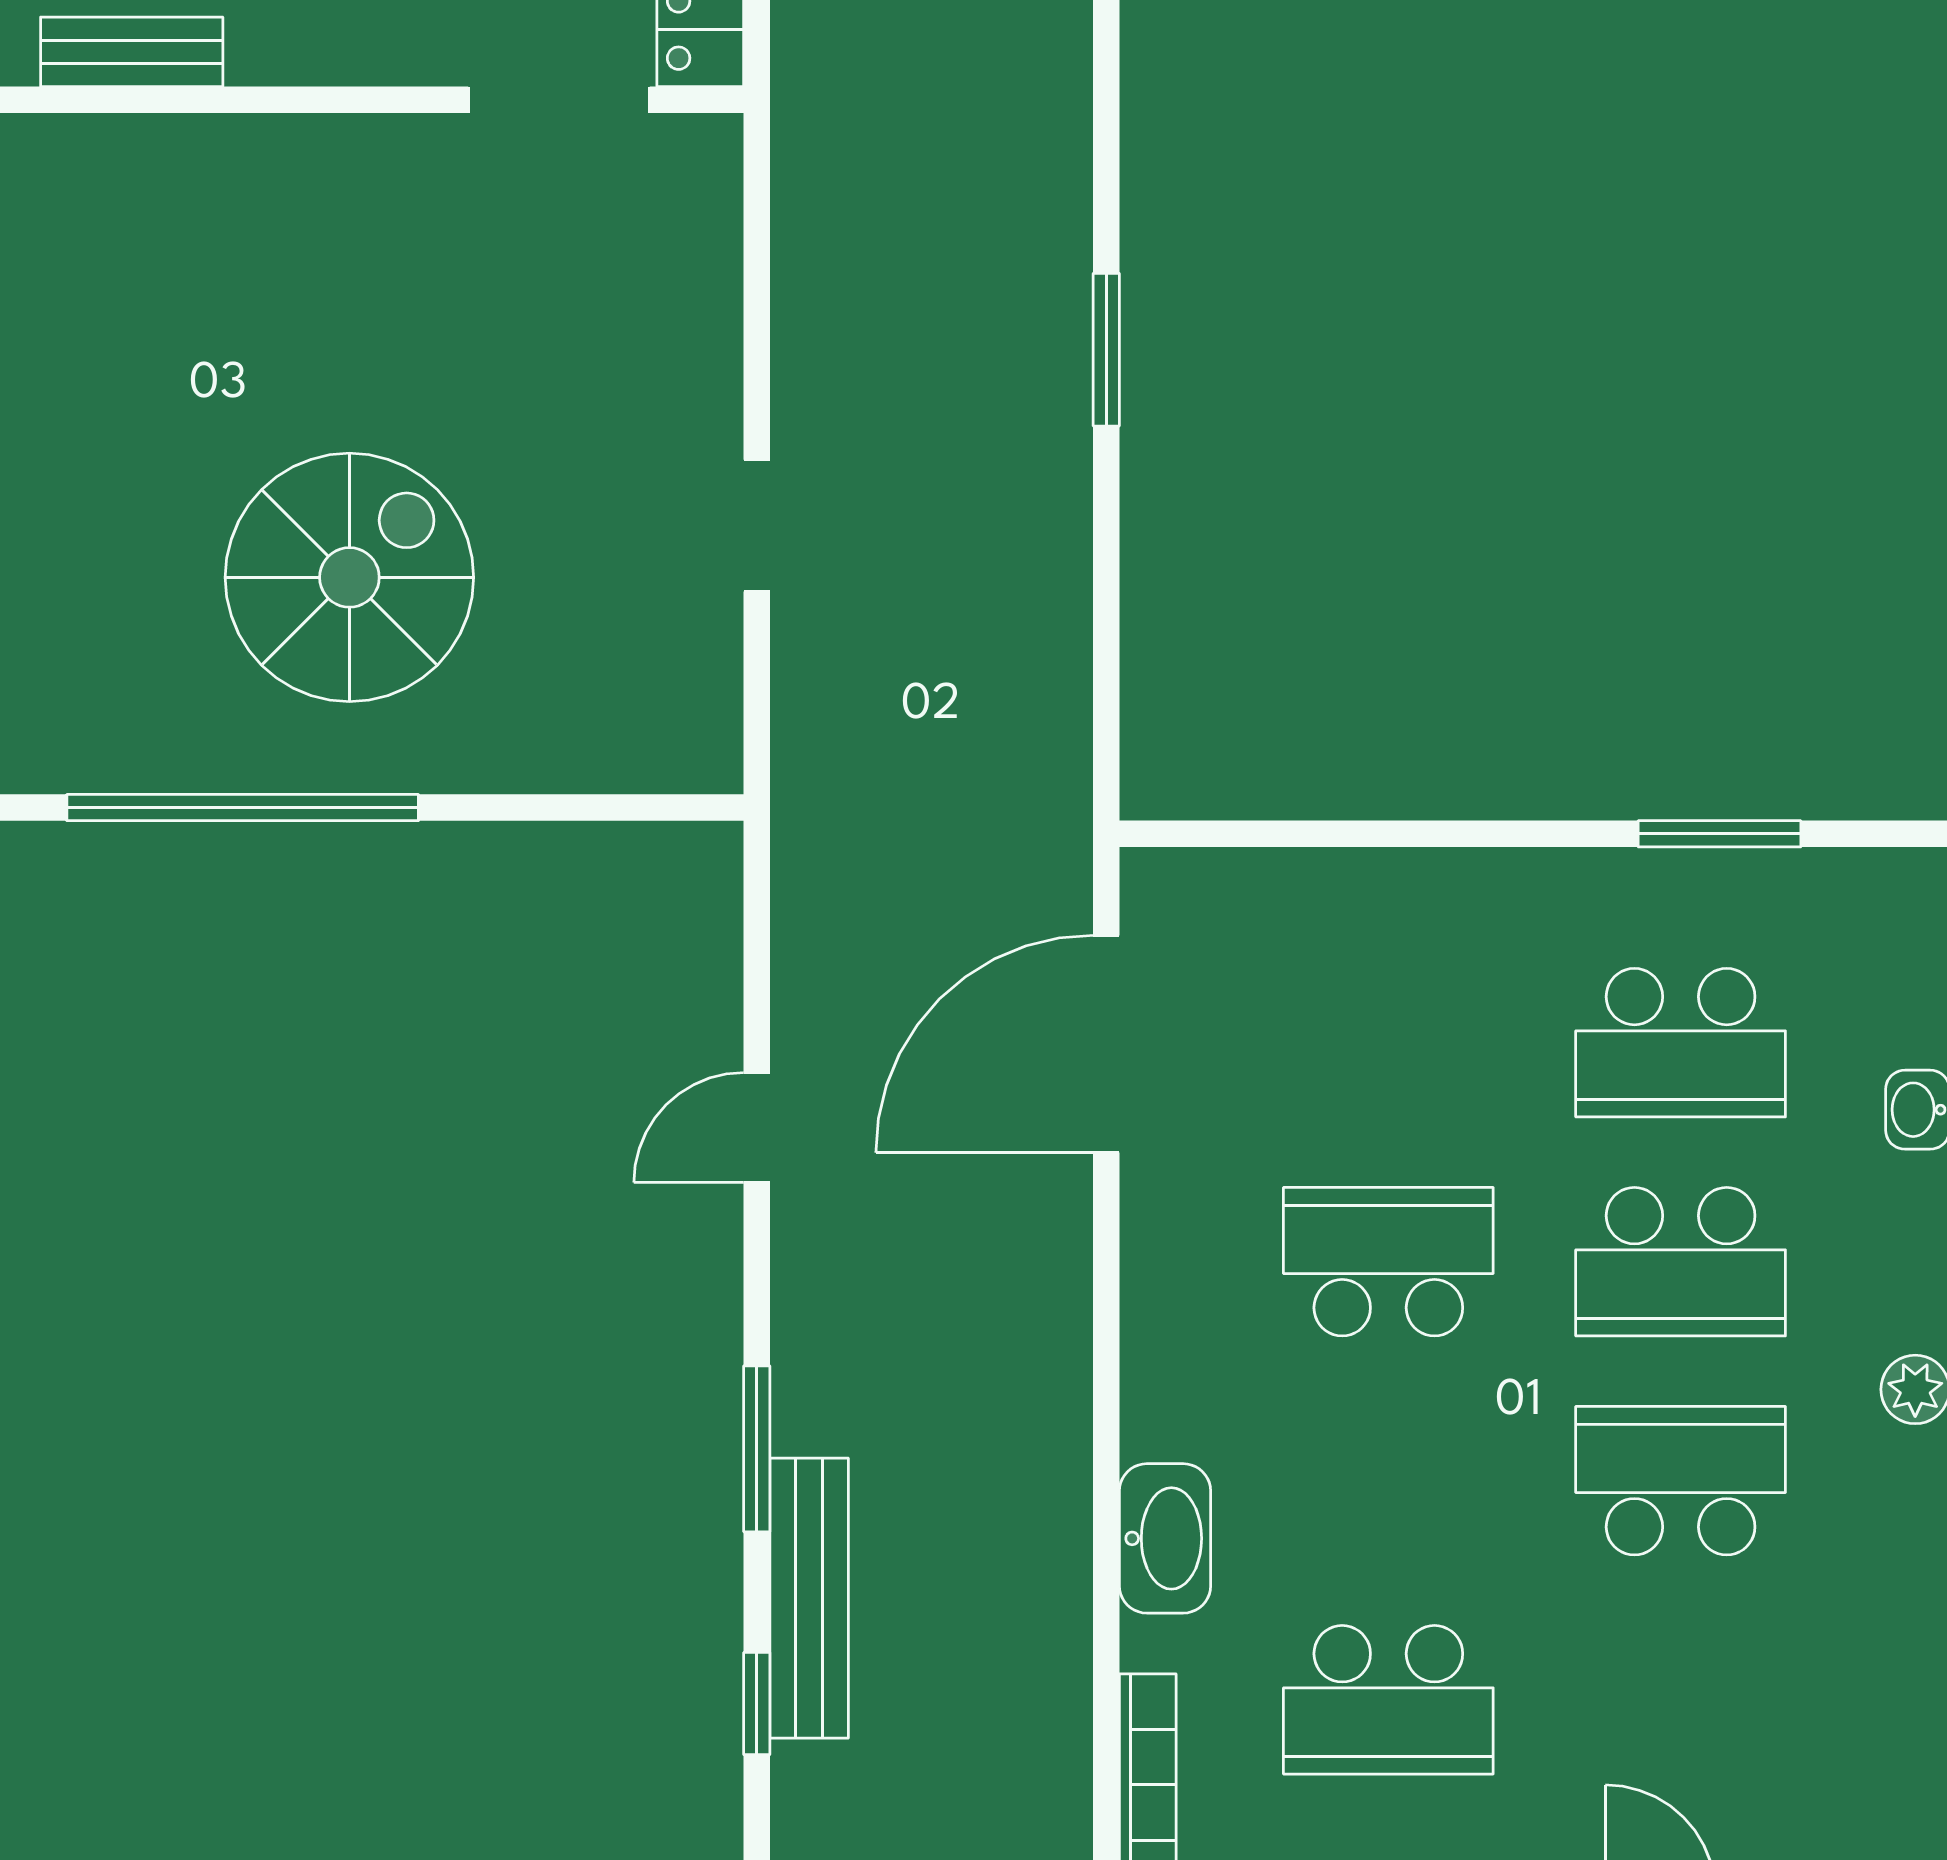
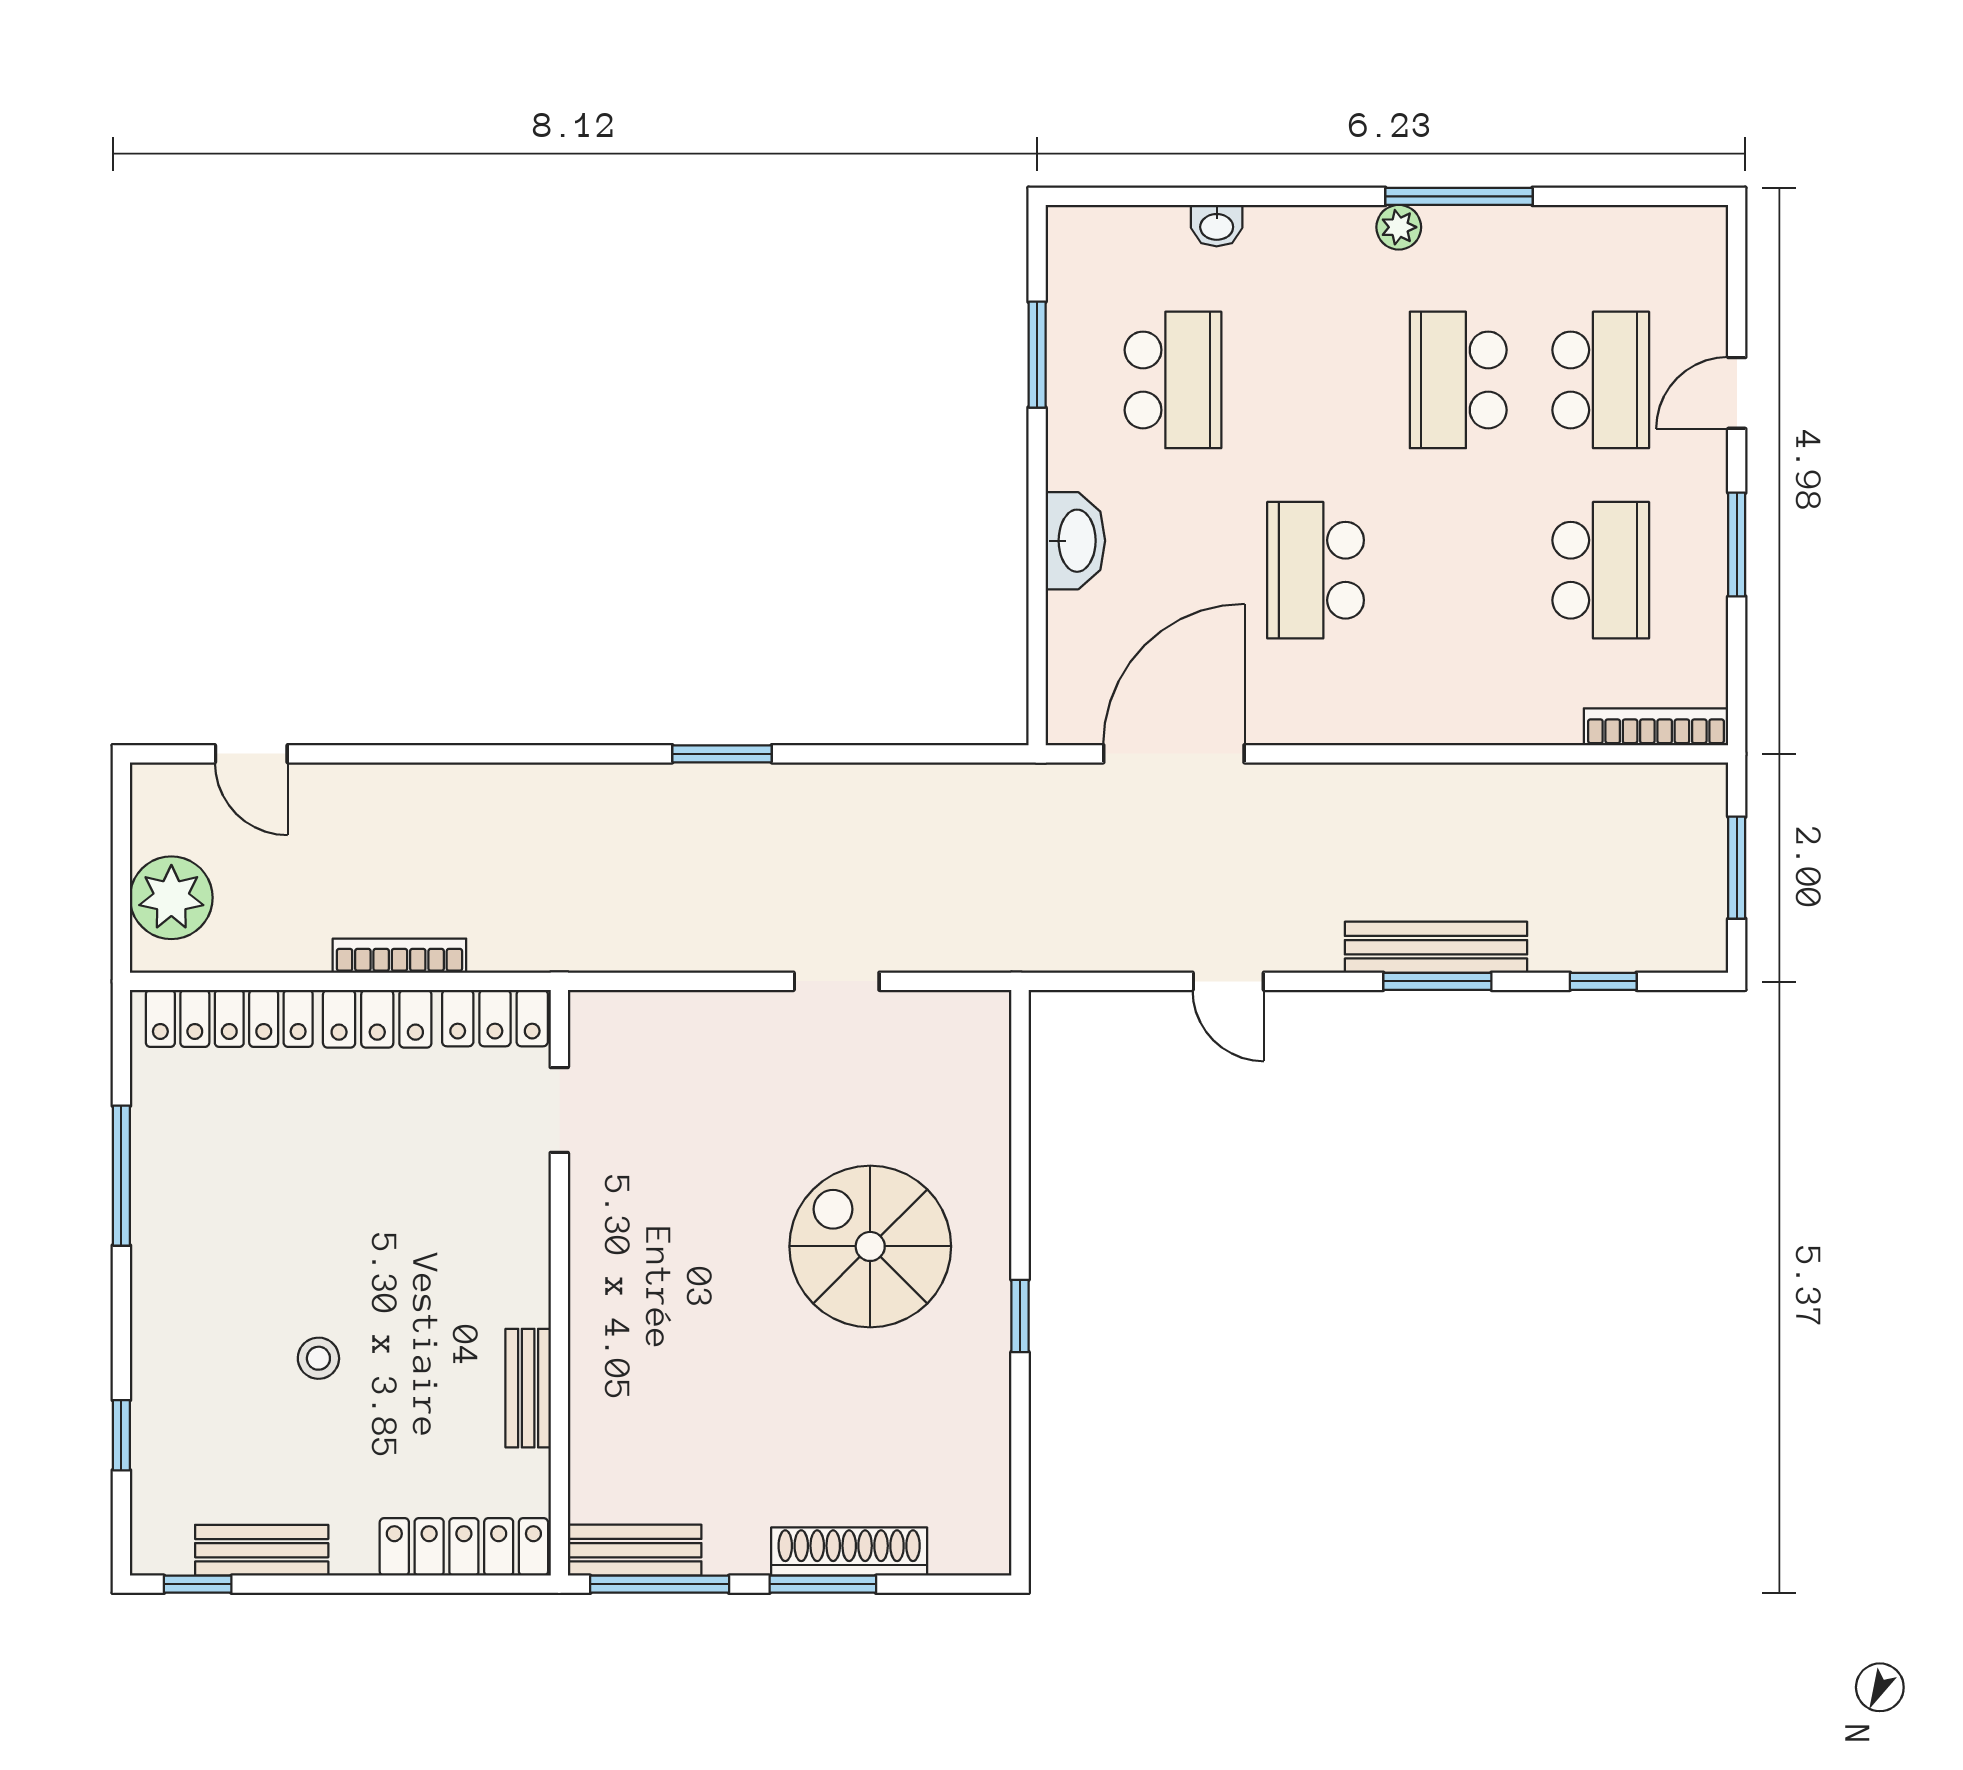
doorway: (559, 100) -> (559, 1110), width x0.73
window: (243, 808) -> (1020, 1316), width x0.32
door: (1106, 1044) -> (1174, 754), swing flipped
school desk: (1681, 1262) -> (1601, 380), moved
washbasin: (1165, 1538) -> (1075, 541), moved, turned 90
bench: (809, 1598) -> (1436, 947), moved

